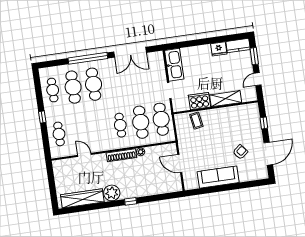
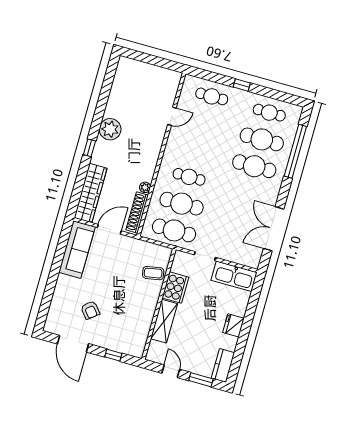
fridge: (219, 49) -> (233, 325), moved
window: (88, 58) -> (295, 151), moved
shoe rack: (121, 155) -> (137, 212), moved
sofa: (218, 177) -> (77, 250), moved
wardrobe: (82, 198) -> (91, 193), moved

